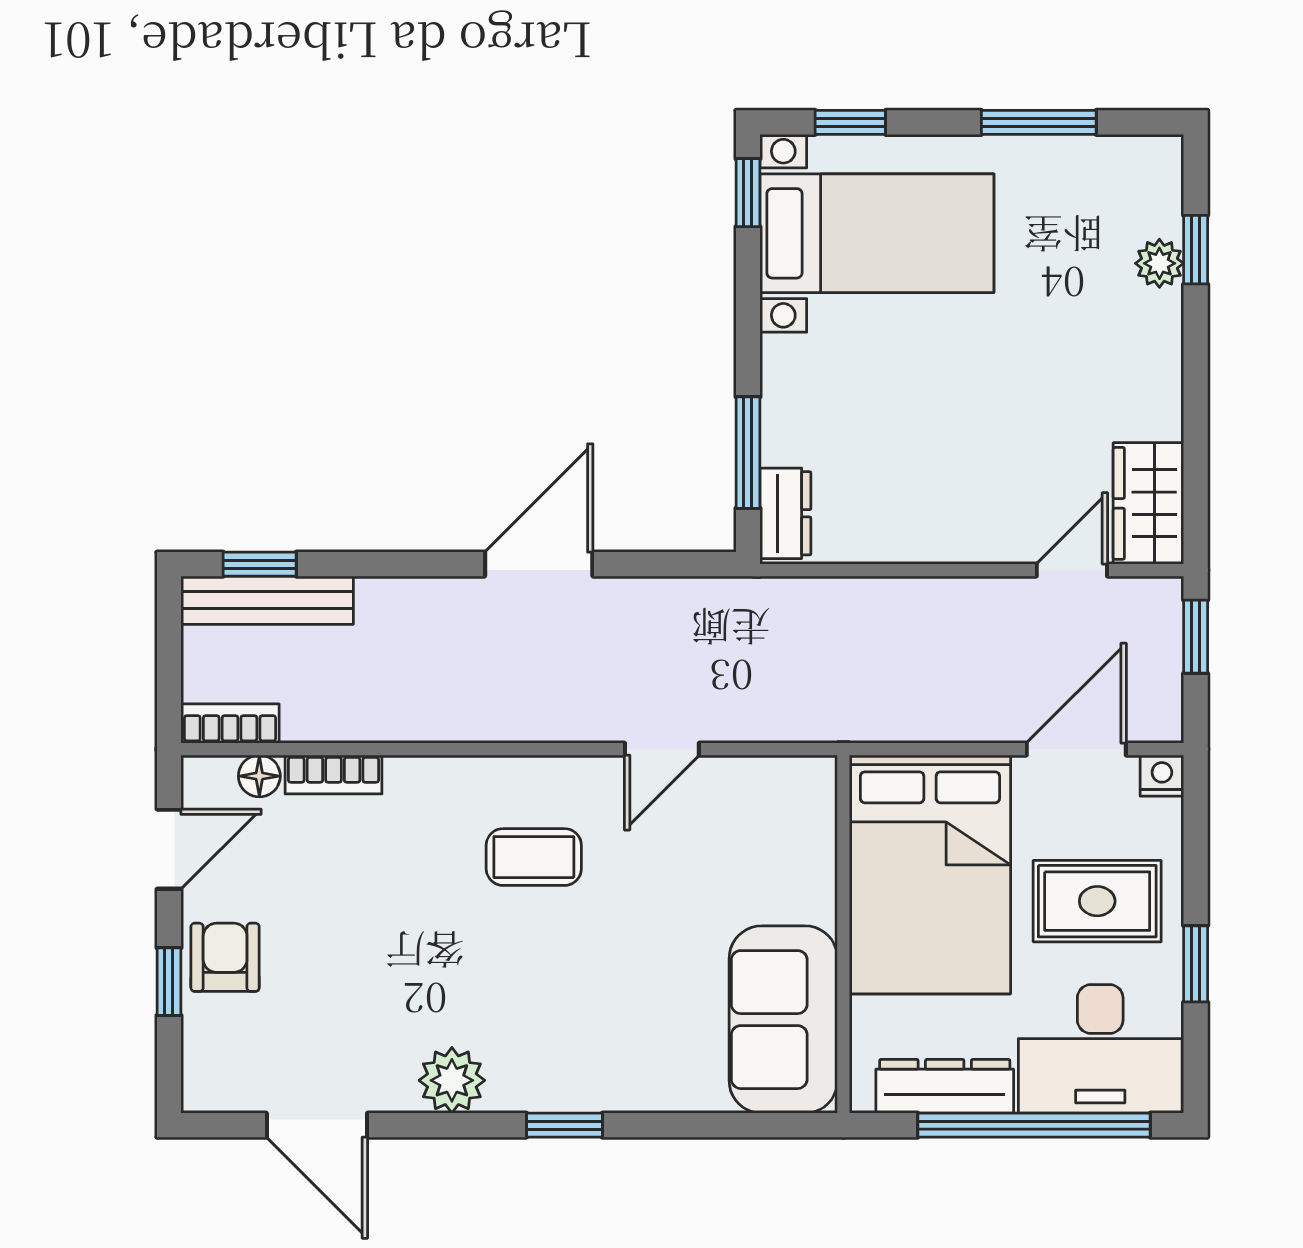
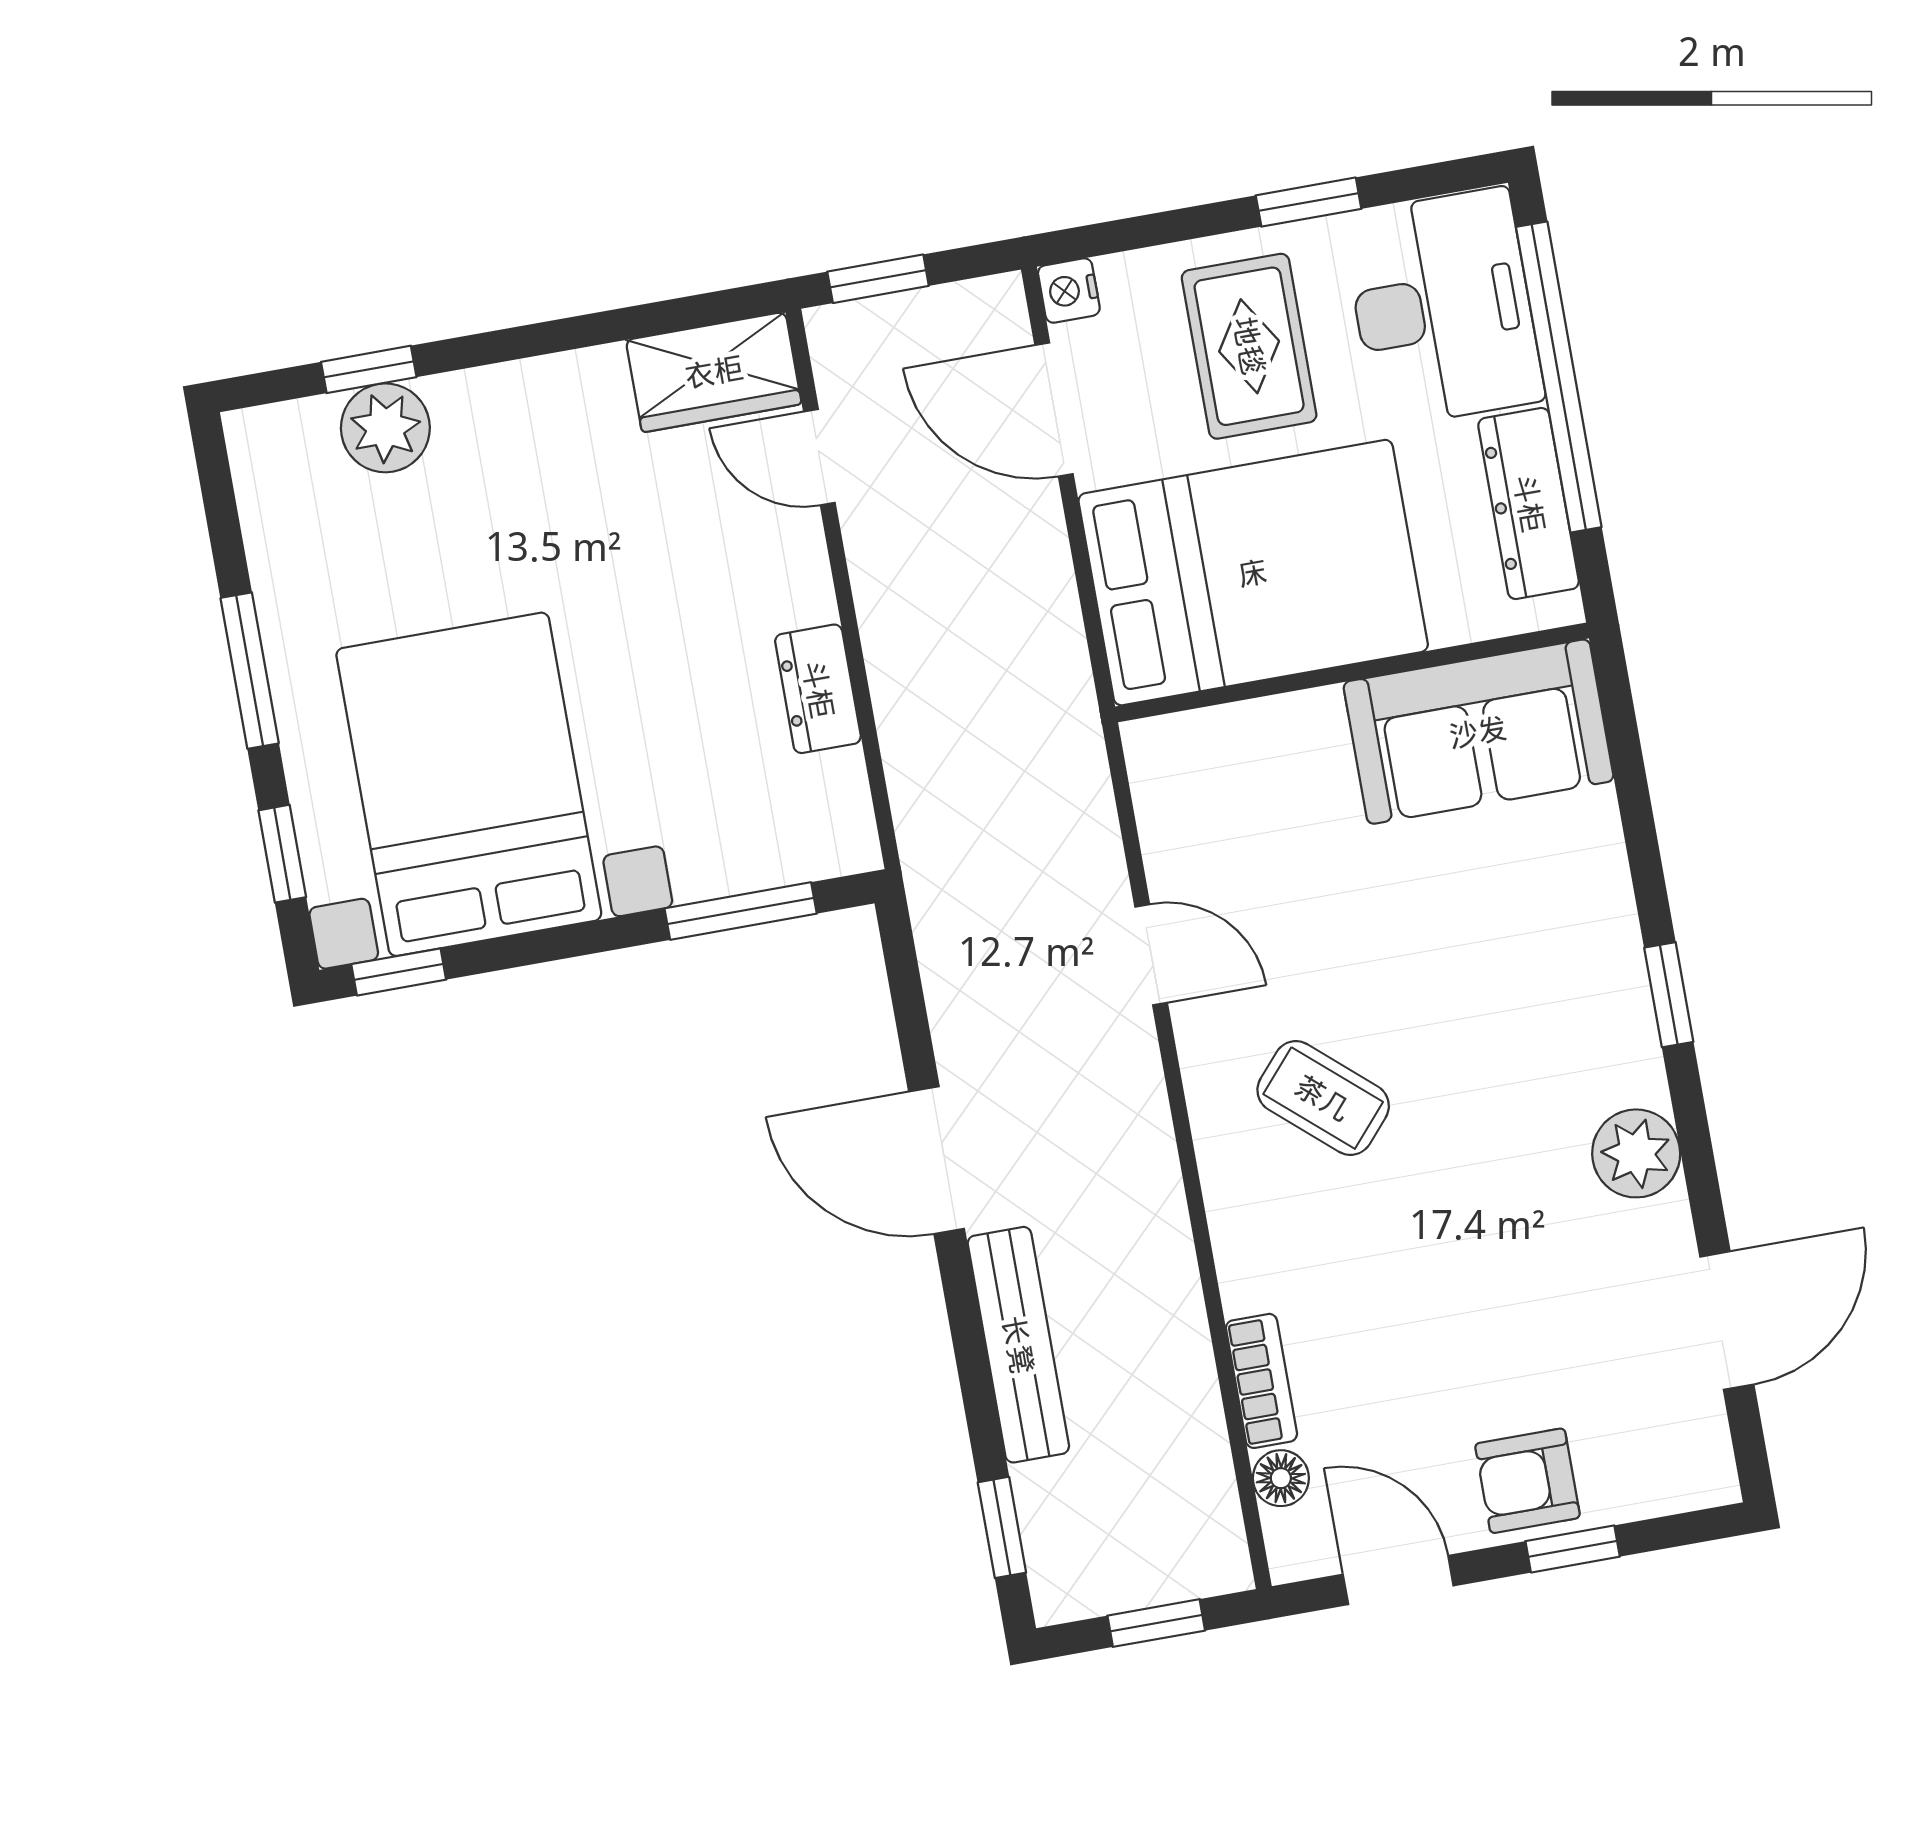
window: (1039, 122) -> (250, 671), moved
bed with nightstands: (877, 233) -> (469, 784), width x1.36
plant: (1159, 263) -> (385, 428), width x1.38, depth x1.38
dresser: (785, 513) -> (818, 689), moved, turned -90
bench: (267, 600) -> (1018, 1345), moved
window: (169, 665) -> (1156, 1623), added
bookcase: (230, 724) -> (1219, 1529), removed
coffee table: (534, 857) -> (1323, 1098), turned -49

